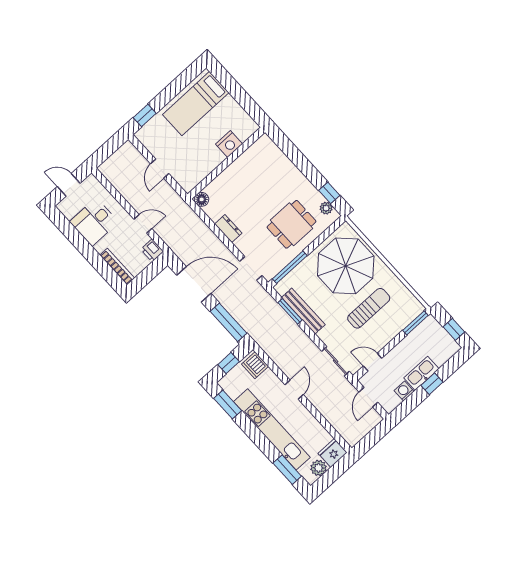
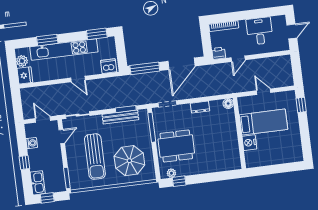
bed: (196, 104) -> (263, 122), moved, turned 90
dining table: (291, 224) -> (176, 146), width x1.38
parasol: (346, 266) -> (129, 161), width x0.73, depth x0.73
sun lounger: (369, 308) -> (95, 157), width x1.36, depth x1.34
window: (229, 363) -> (121, 52), removed
kitchen sink: (421, 373) -> (38, 183), moved
window: (287, 470) -> (47, 40), moved

